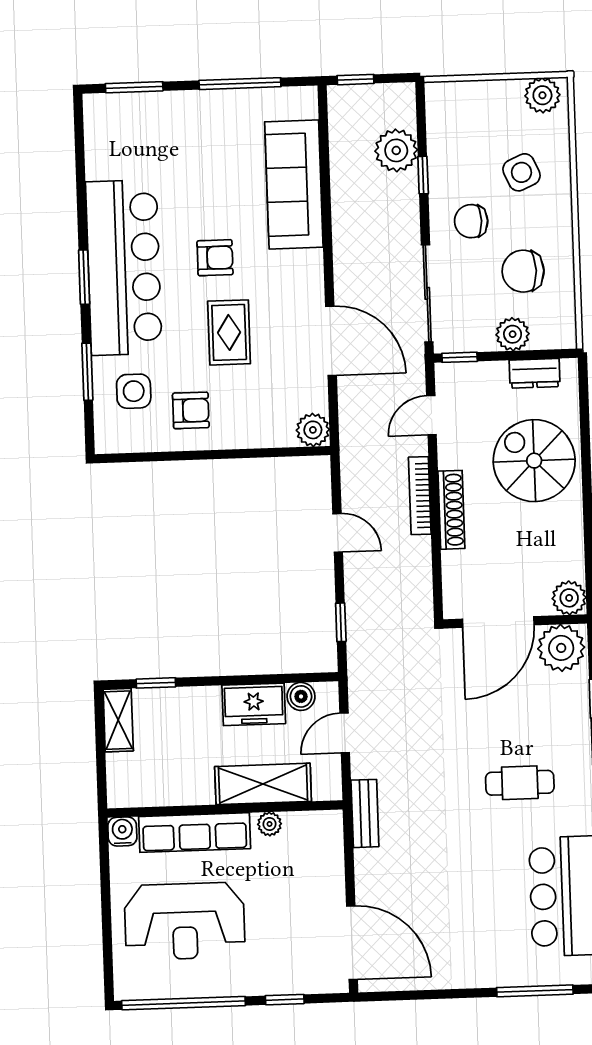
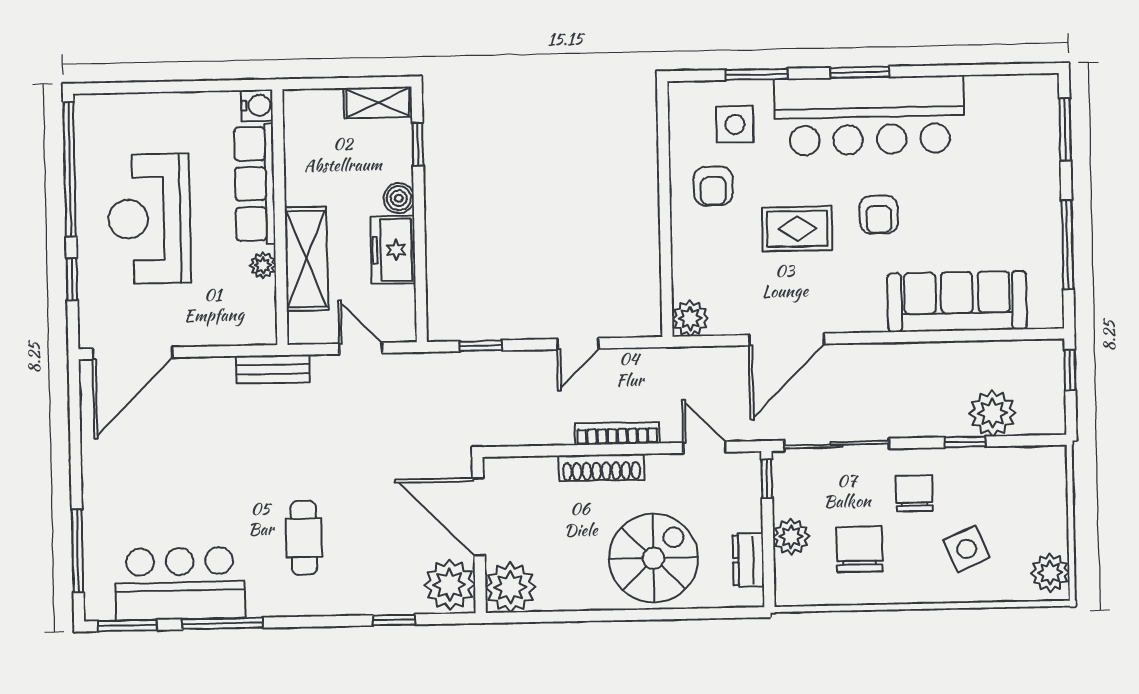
plant: (569, 598) -> (510, 587), width x1.36, depth x1.36
boiler: (301, 696) -> (399, 198), moved
reception desk: (185, 921) -> (149, 219), moved

